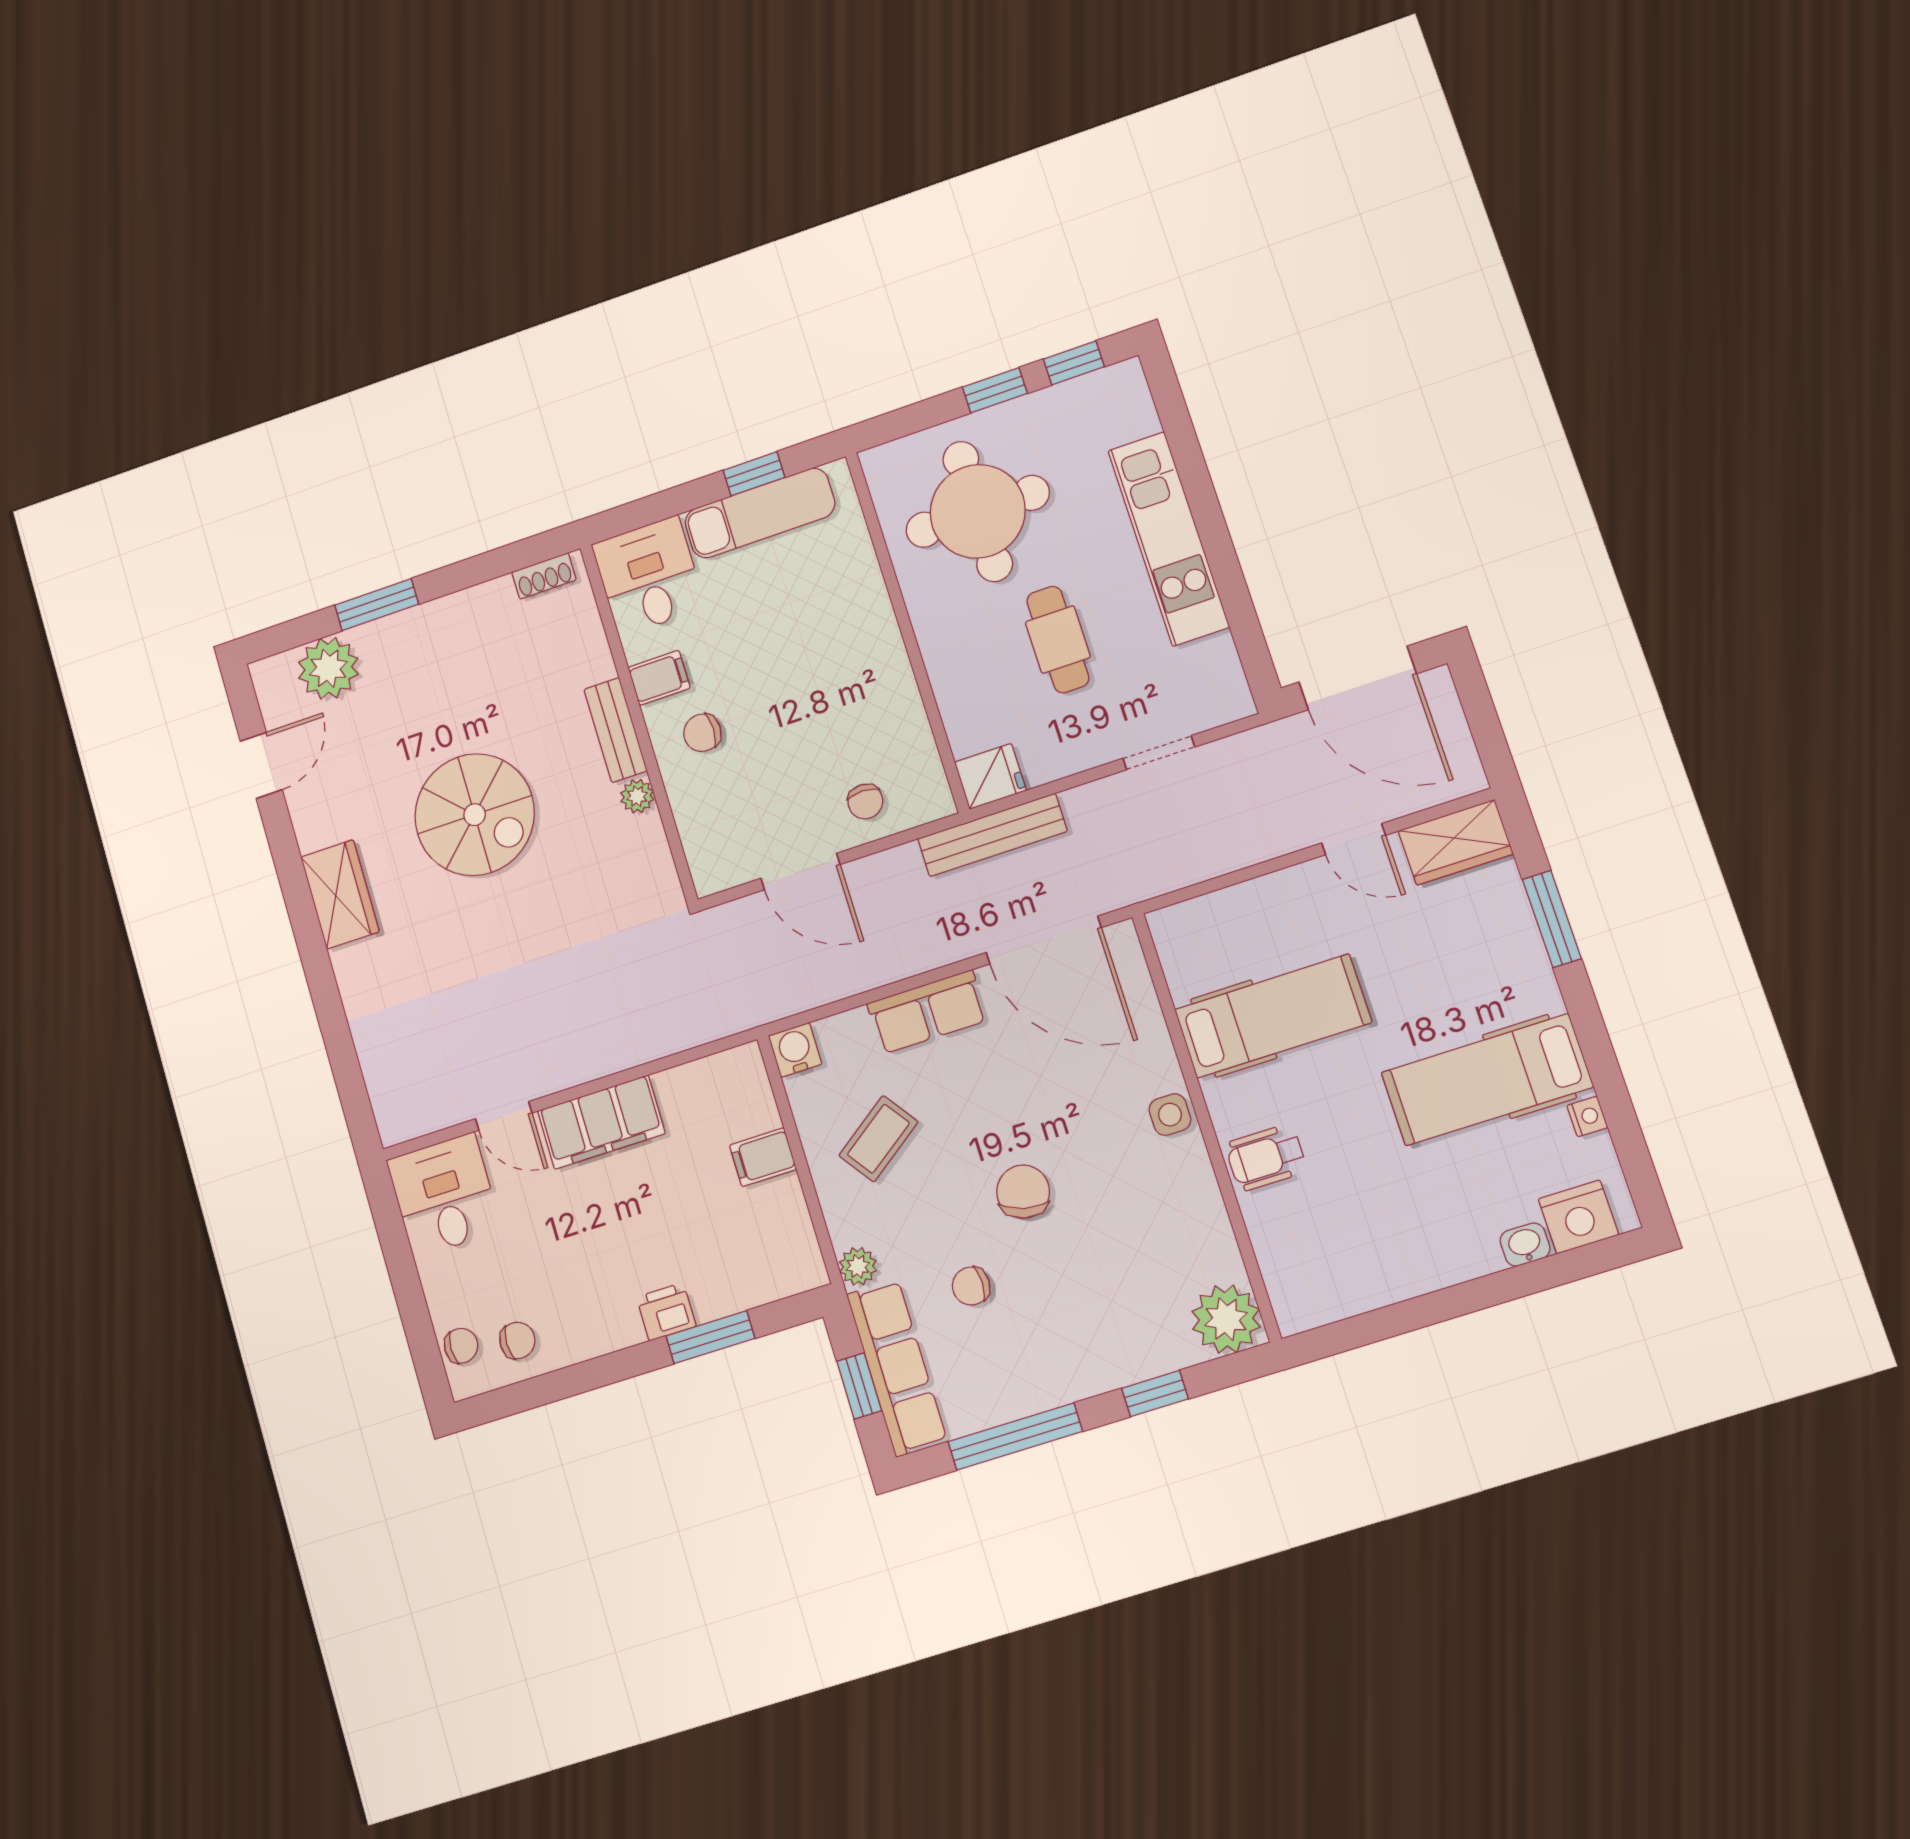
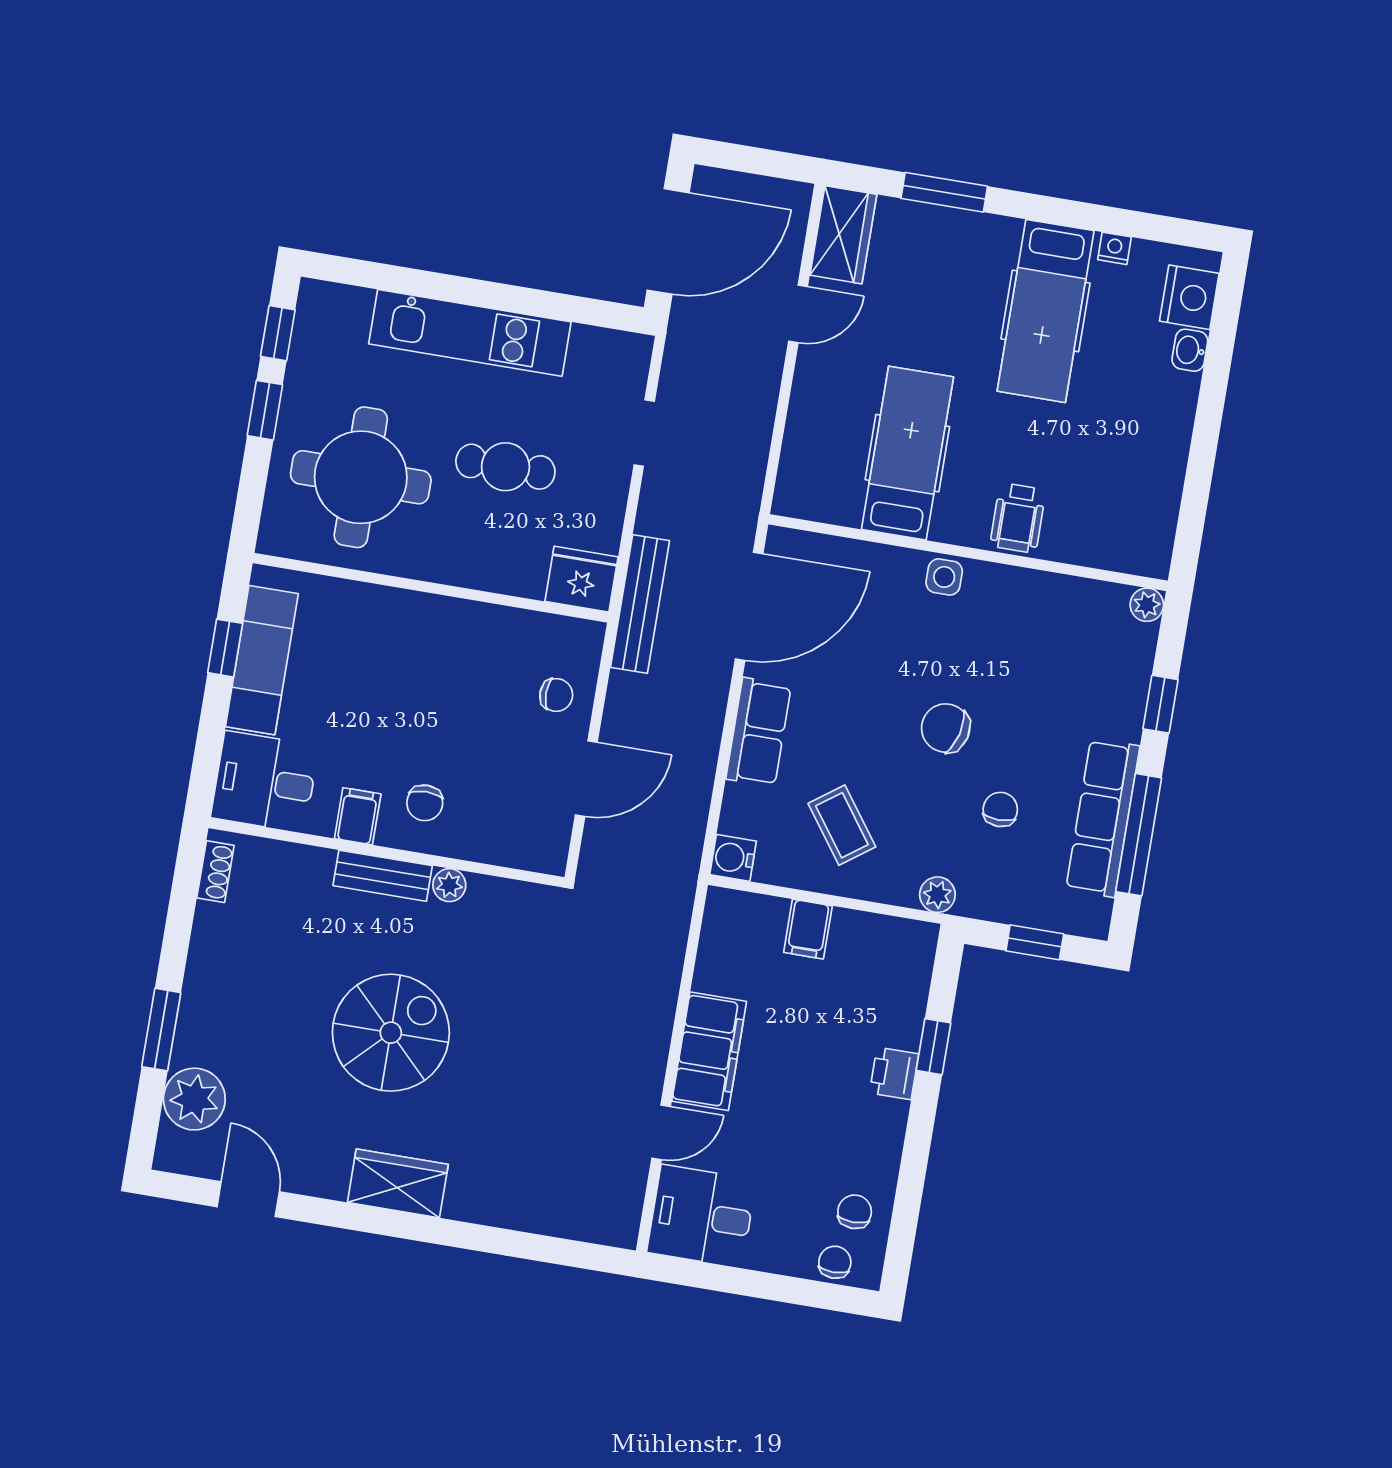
fridge: (990, 776) -> (581, 579), width x1.38
chair: (971, 1286) -> (1000, 809), turned 180
plant: (1226, 1319) -> (1147, 605), width x0.53, depth x0.53
window: (710, 1337) -> (934, 1047), width x0.67
row of seats: (897, 1368) -> (1103, 818), moved, turned -90

